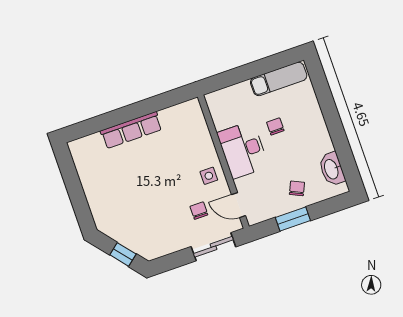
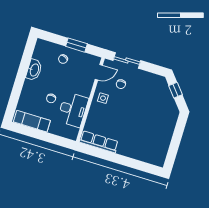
row of seats: (131, 130) -> (99, 142), moved
desk: (243, 150) -> (73, 110), moved
washbasin: (332, 169) -> (34, 70), moved
door: (239, 205) -> (99, 72), hinge flipped

